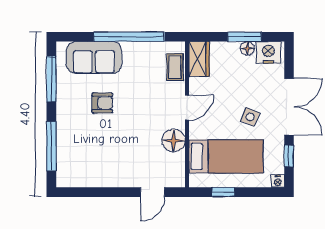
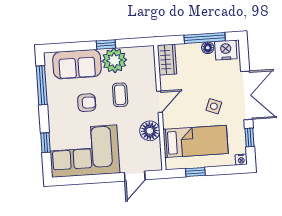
window: (129, 37) -> (106, 44), width x0.32
window: (244, 37) -> (205, 38), width x1.44
plant: (138, 56) -> (114, 60), added
coffee table: (175, 67) -> (120, 95), moved
window: (51, 146) -> (46, 143), width x0.46
corner sofa: (96, 159) -> (84, 151), added

